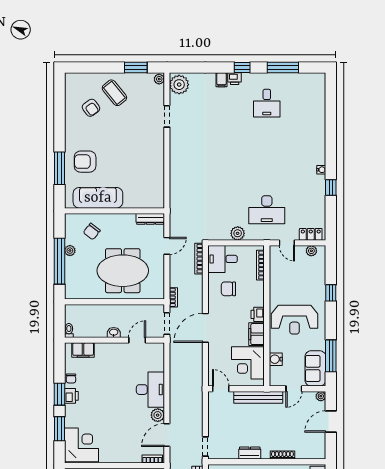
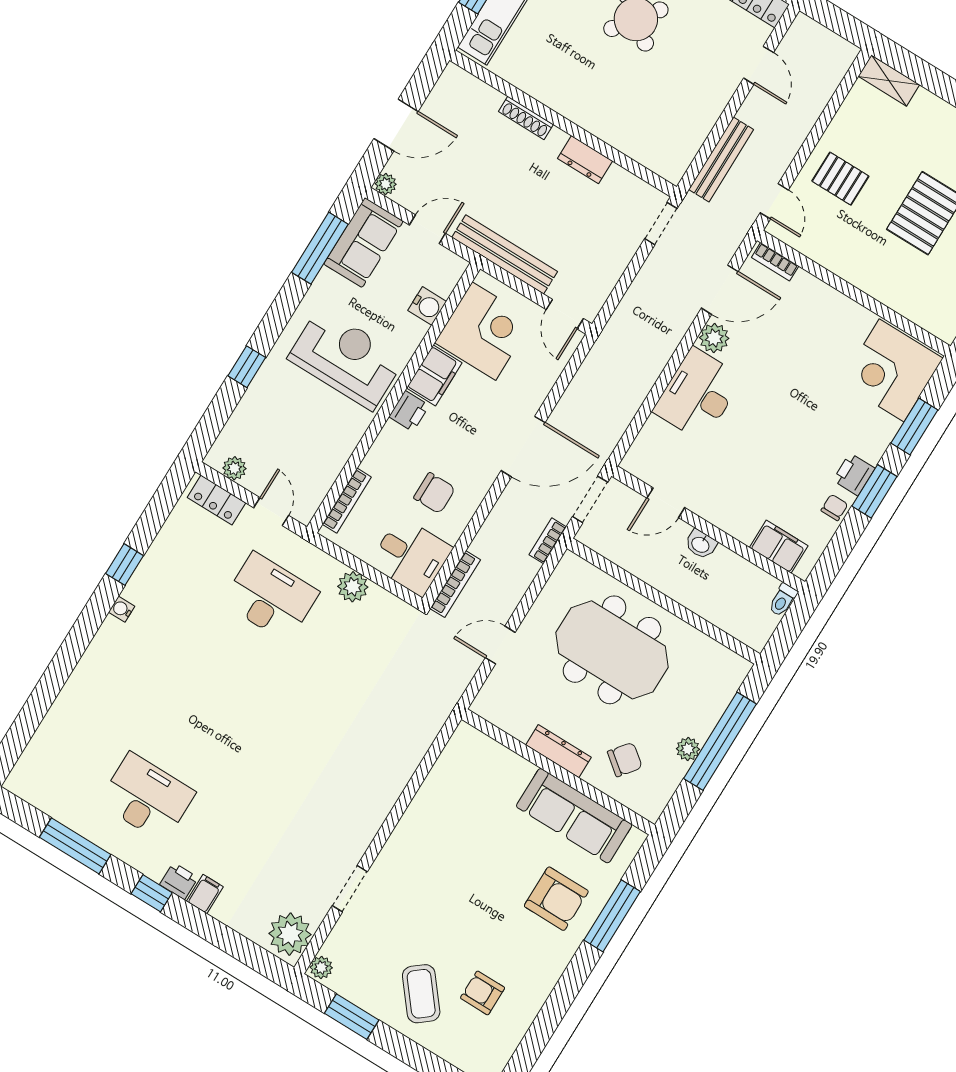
desk: (267, 103) -> (147, 798), width x1.37
armchair: (91, 108) -> (483, 993), turned -55
dresser: (150, 219) -> (559, 751), moved

